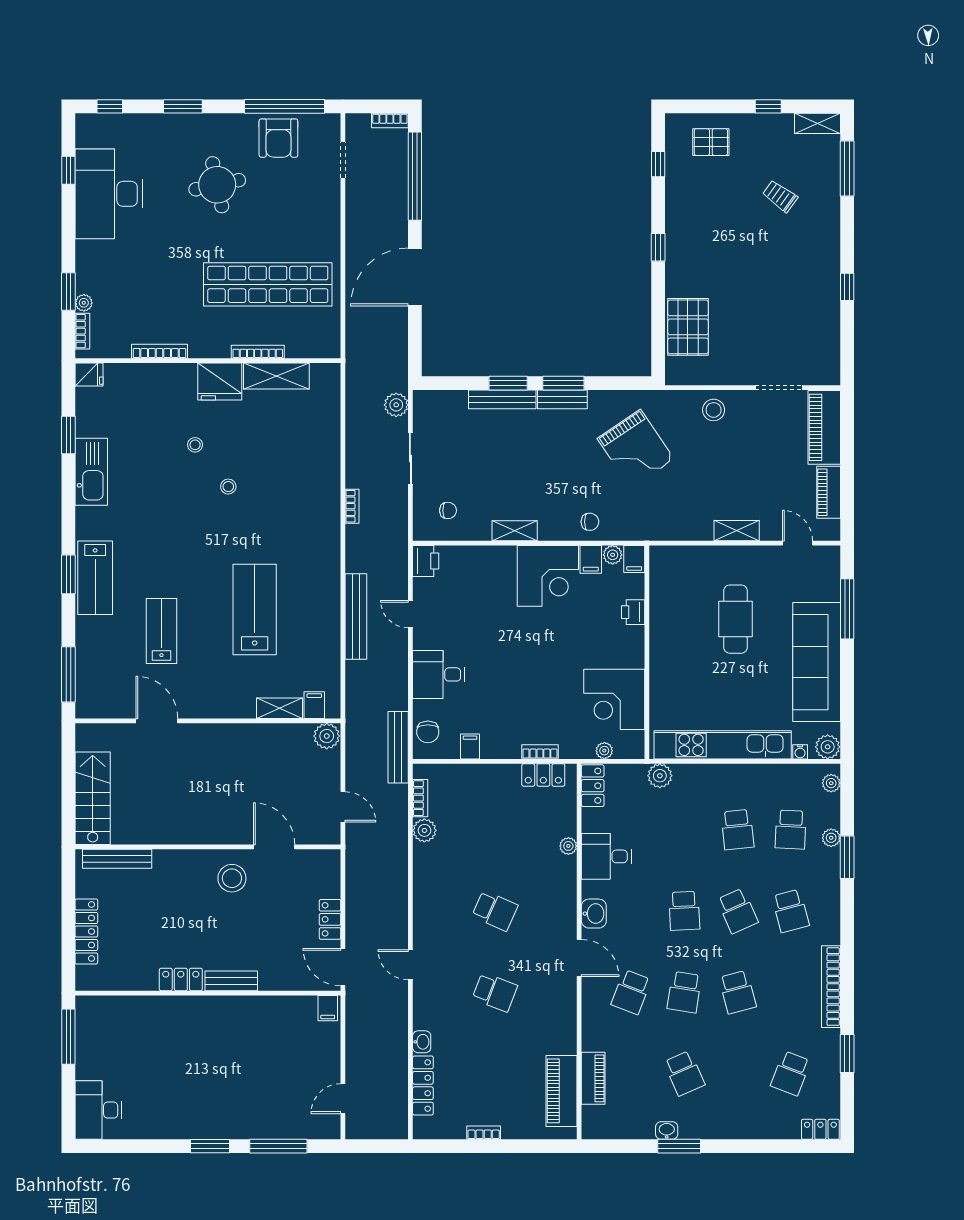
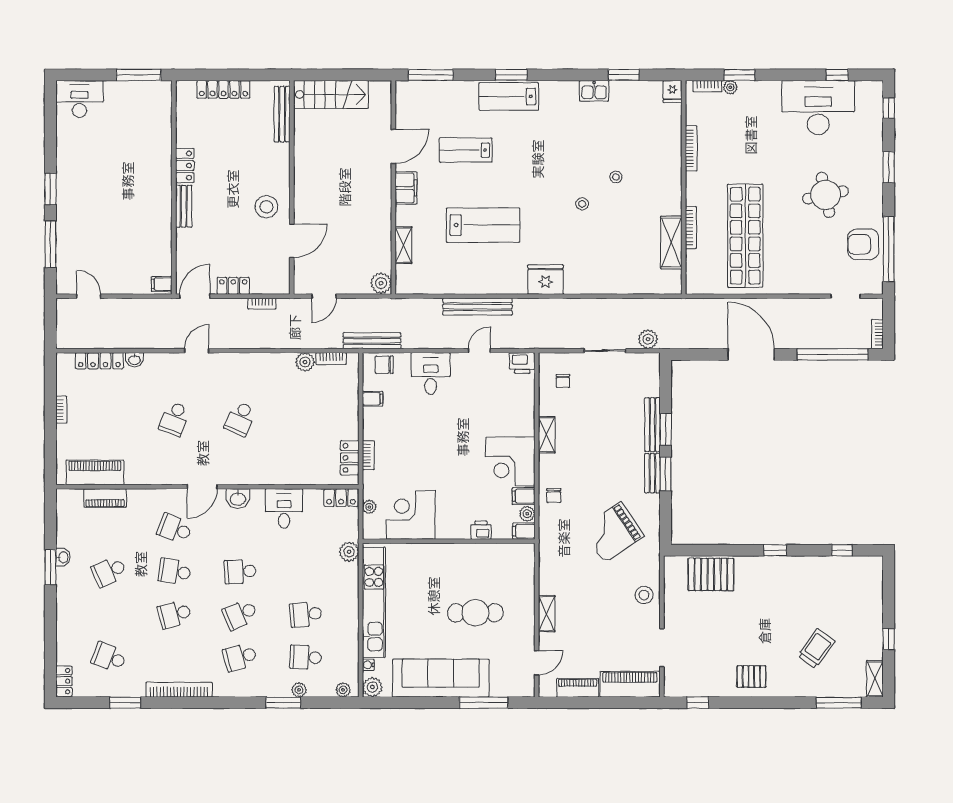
pallet: (711, 142) -> (751, 677), moved, turned 90
trolley: (780, 196) -> (816, 649), width x1.36, depth x1.39
window: (847, 287) -> (698, 703), moved
fridge: (220, 382) -> (546, 280), moved, turned 90
kitchen sink: (91, 472) -> (594, 91), width x0.53, depth x0.81
bookcase: (352, 506) -> (262, 304), moved
lab bench: (161, 631) -> (466, 150), turned 180
filing cabinet: (314, 705) -> (406, 188), moved, width x2.00
plant: (568, 846) -> (292, 478), removed

